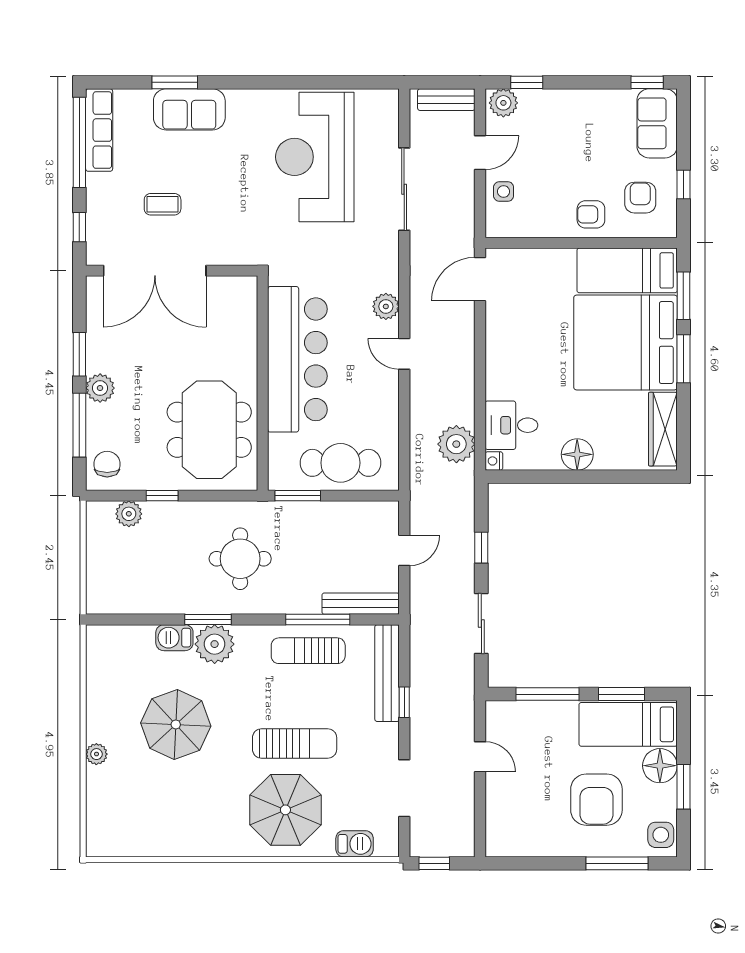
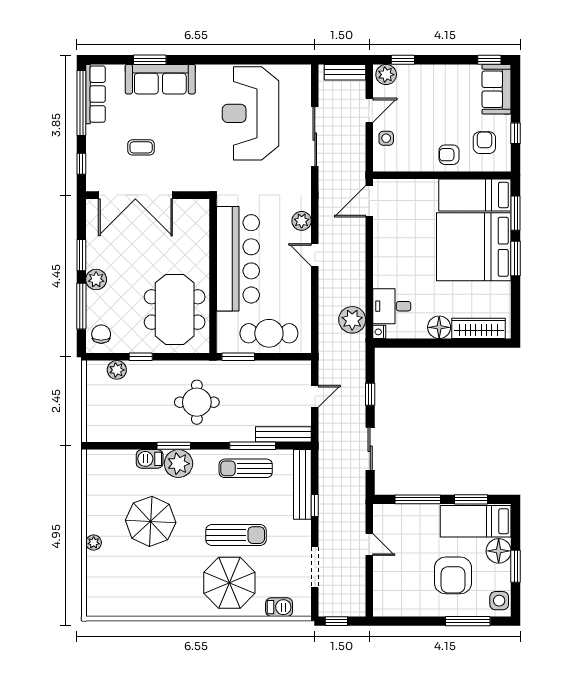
sofa: (189, 109) -> (160, 79), width x1.36
wardrobe: (663, 429) -> (479, 328), moved, turned 90

